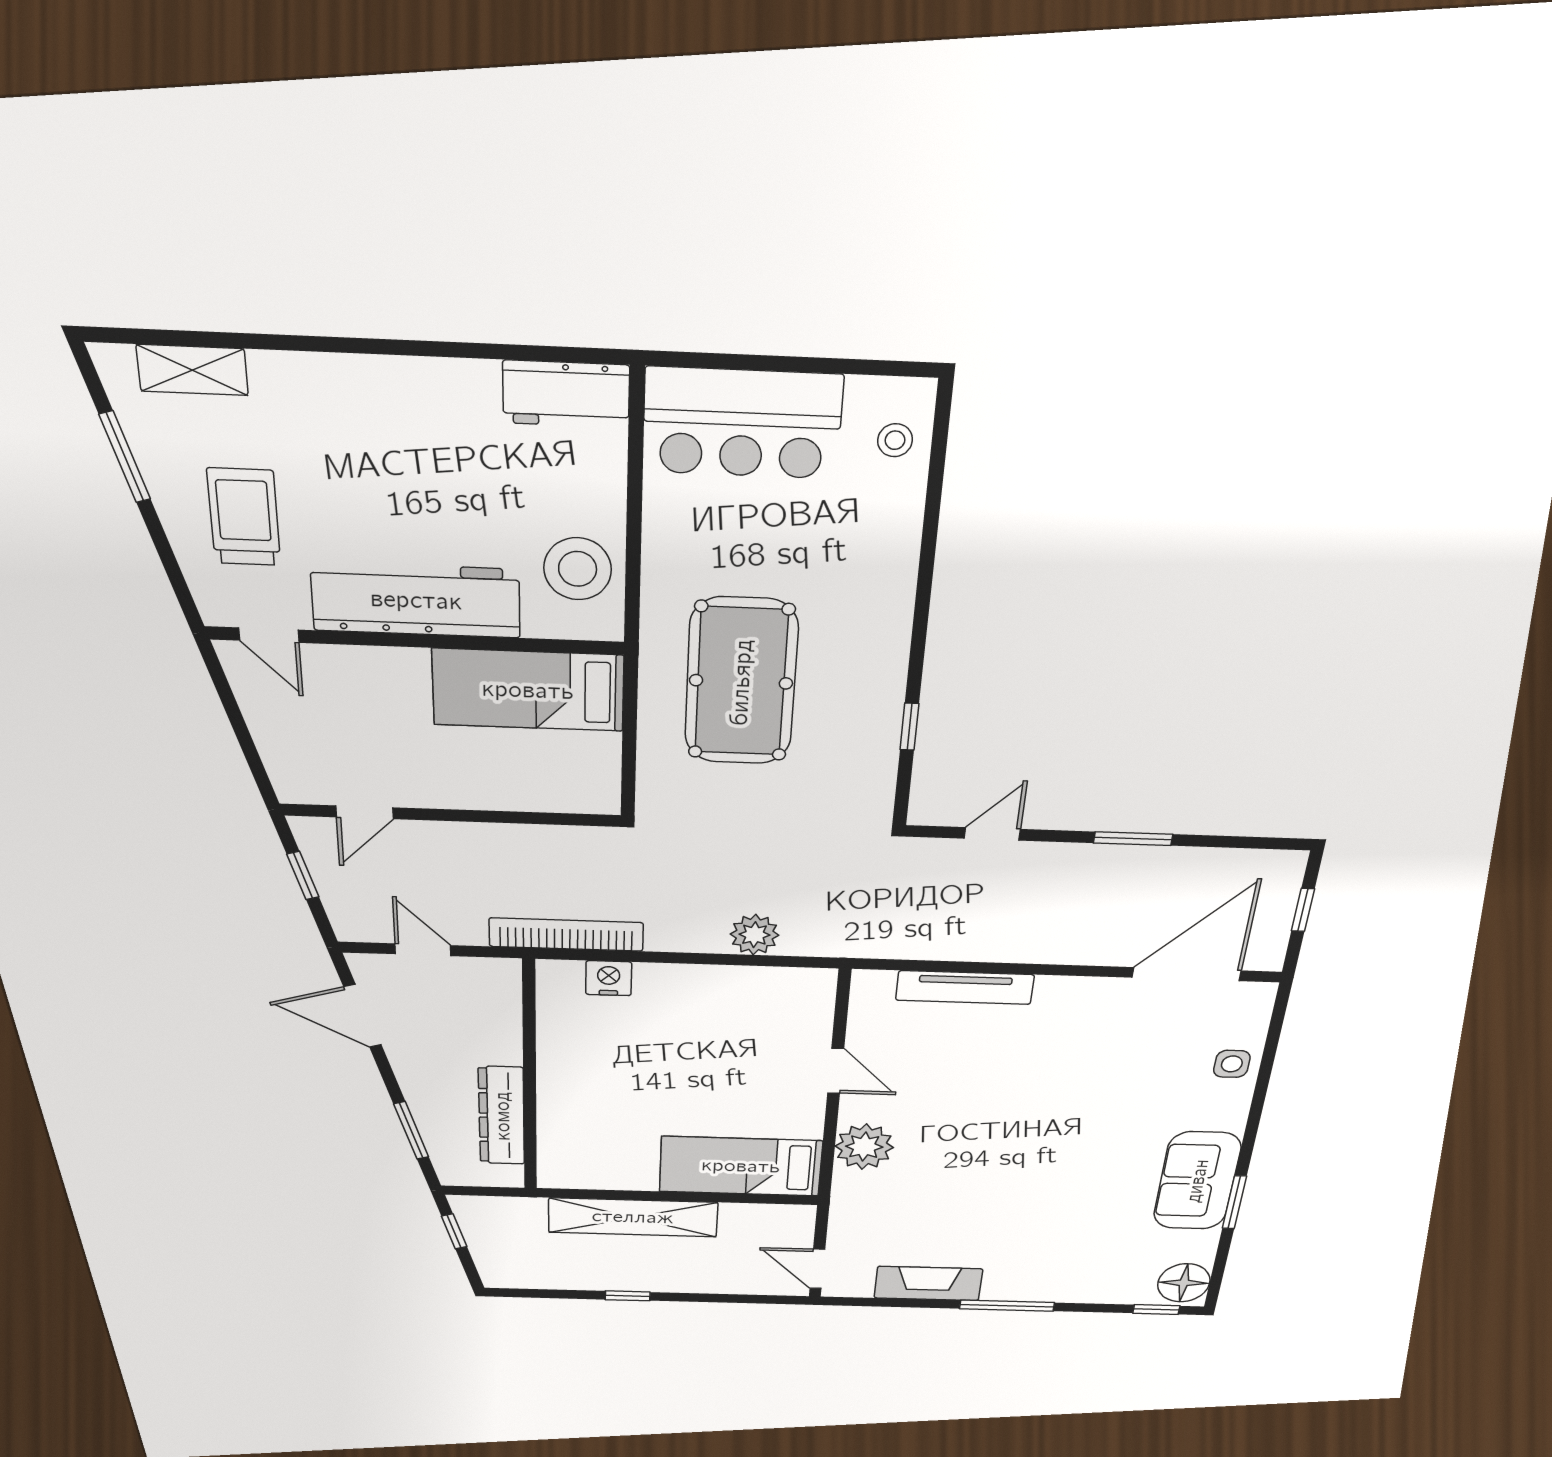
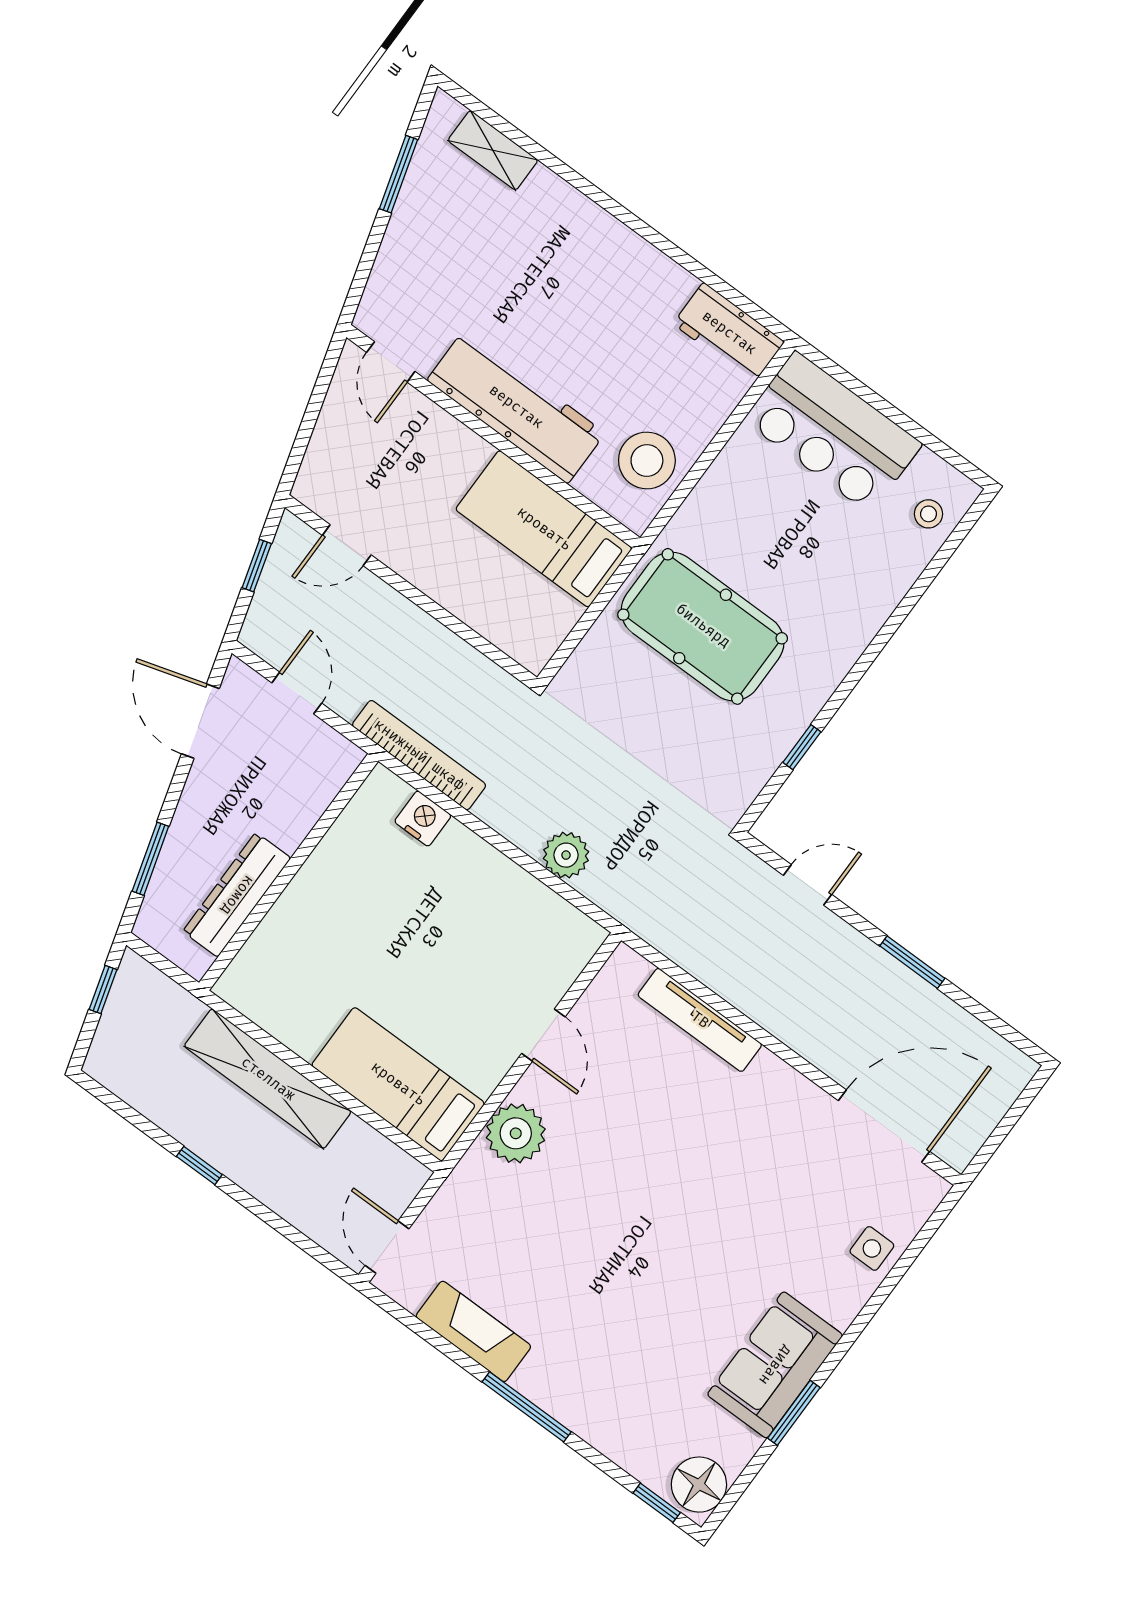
trolley: (244, 517) -> (445, 268), removed
pool table: (741, 682) -> (703, 626), turned 90
window: (1303, 910) -> (1008, 1122), removed

